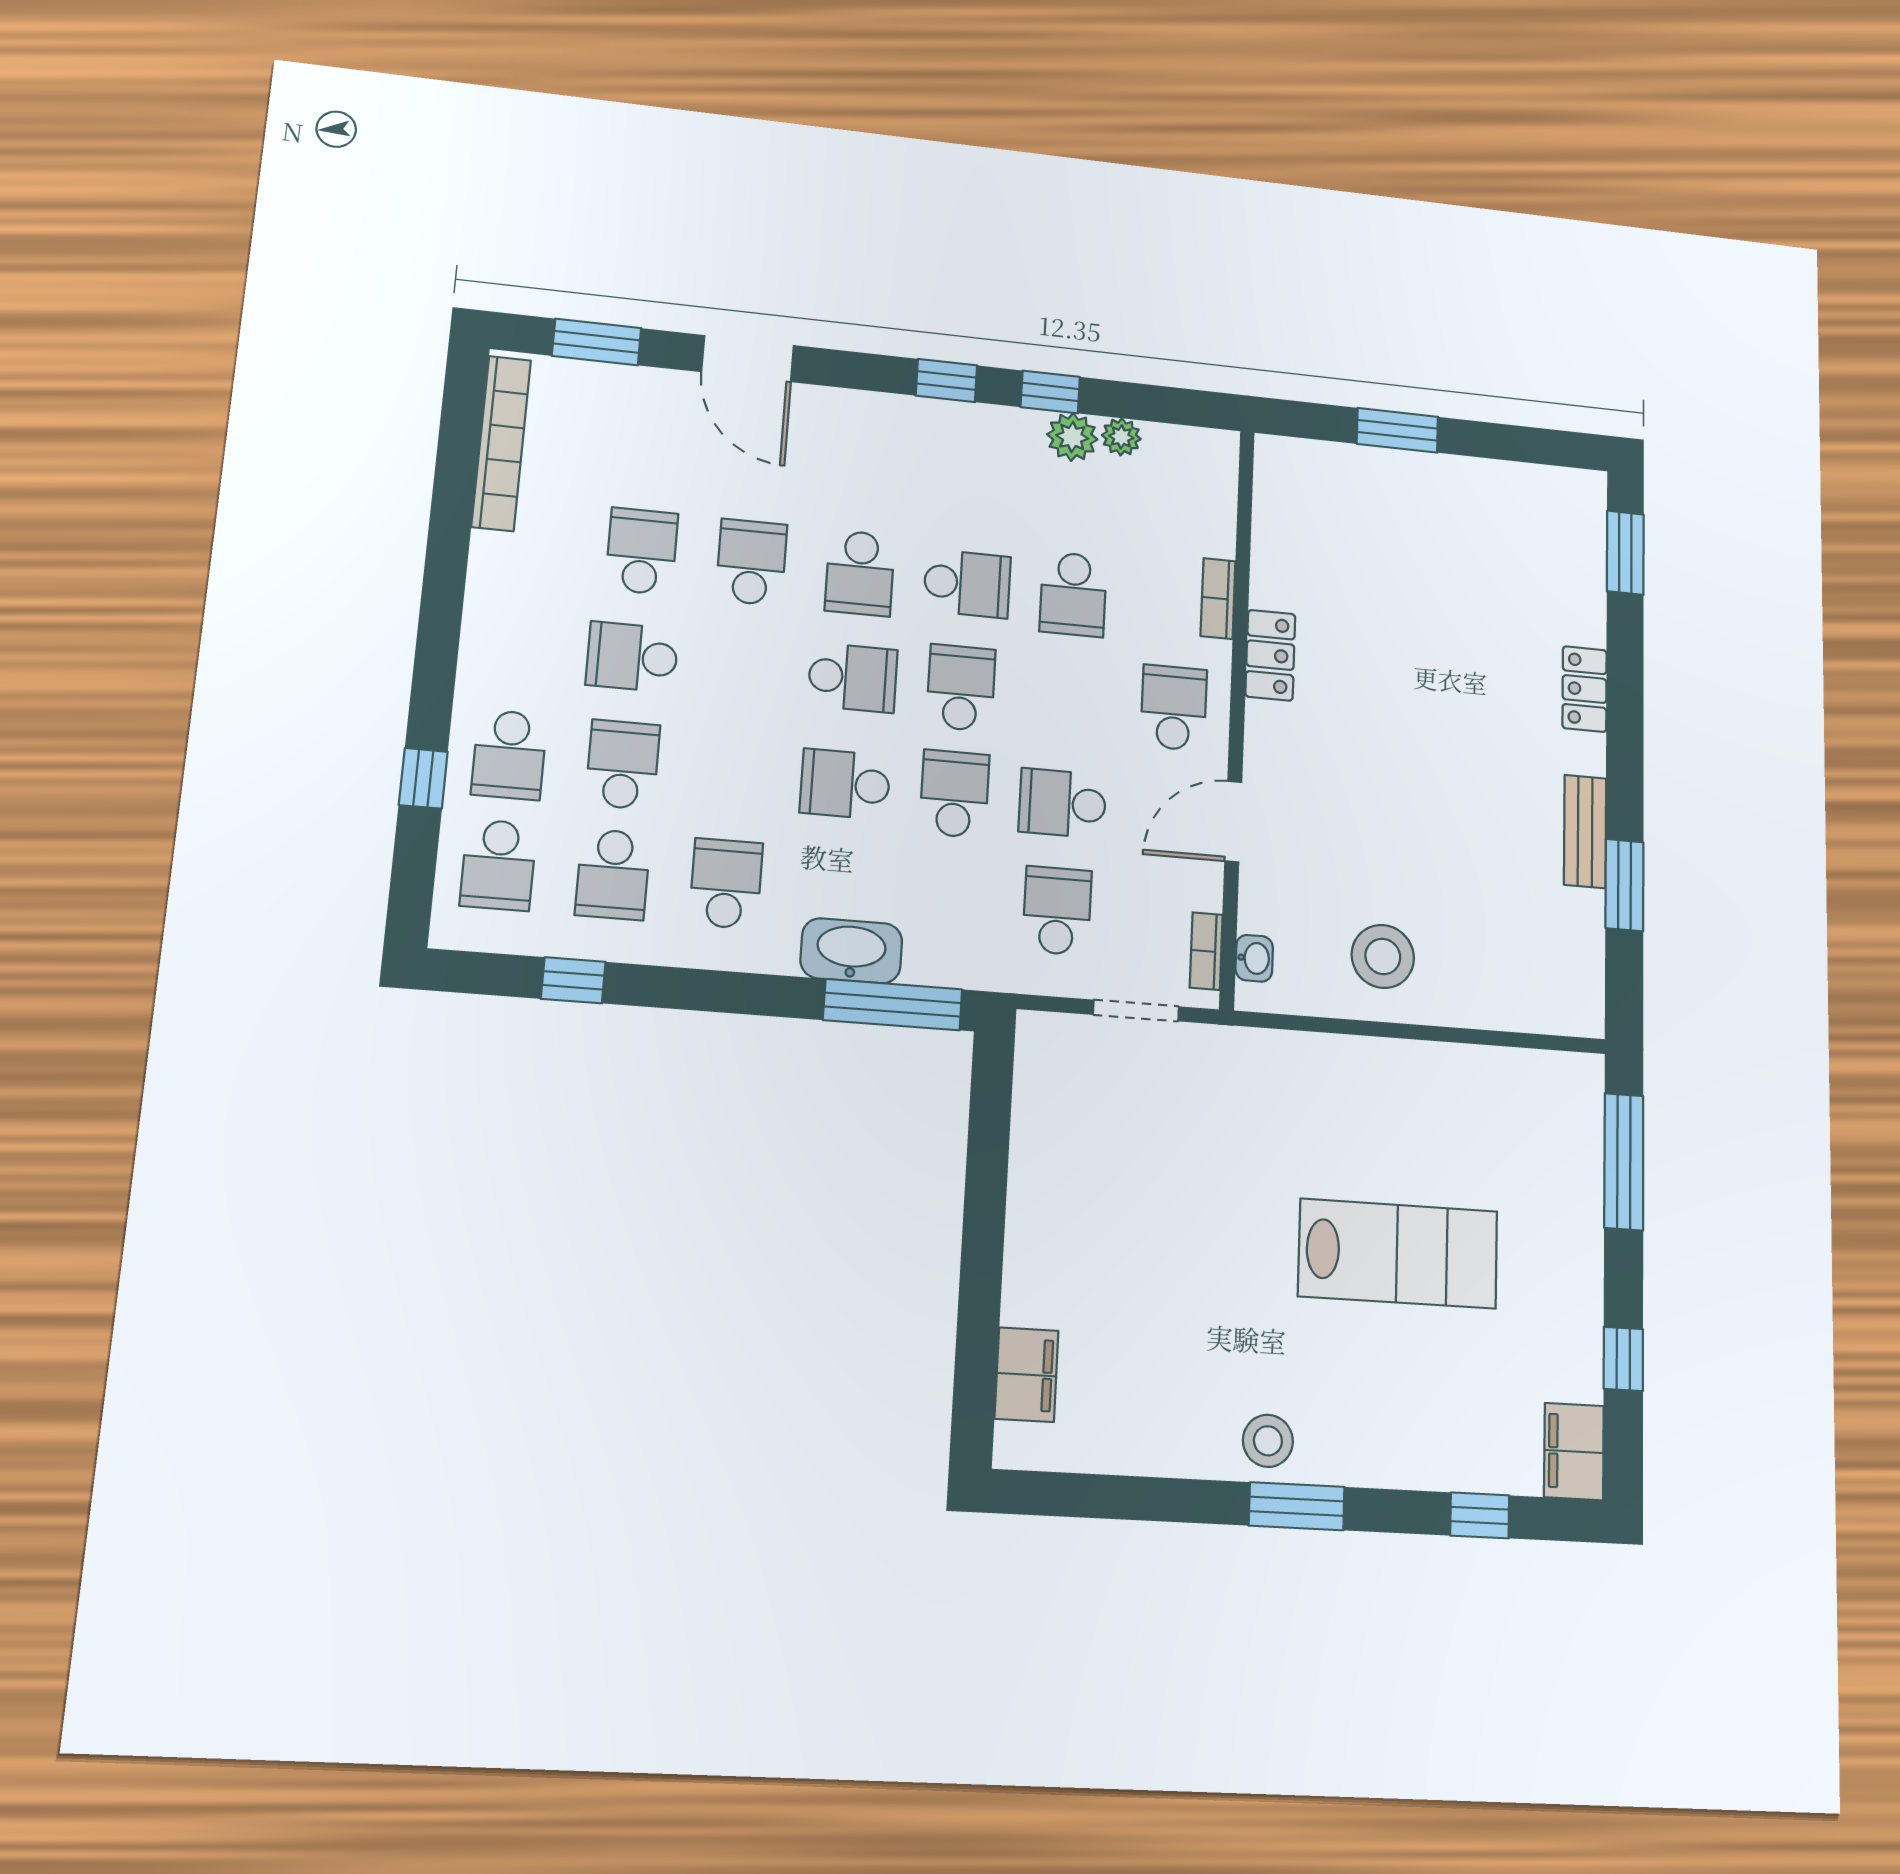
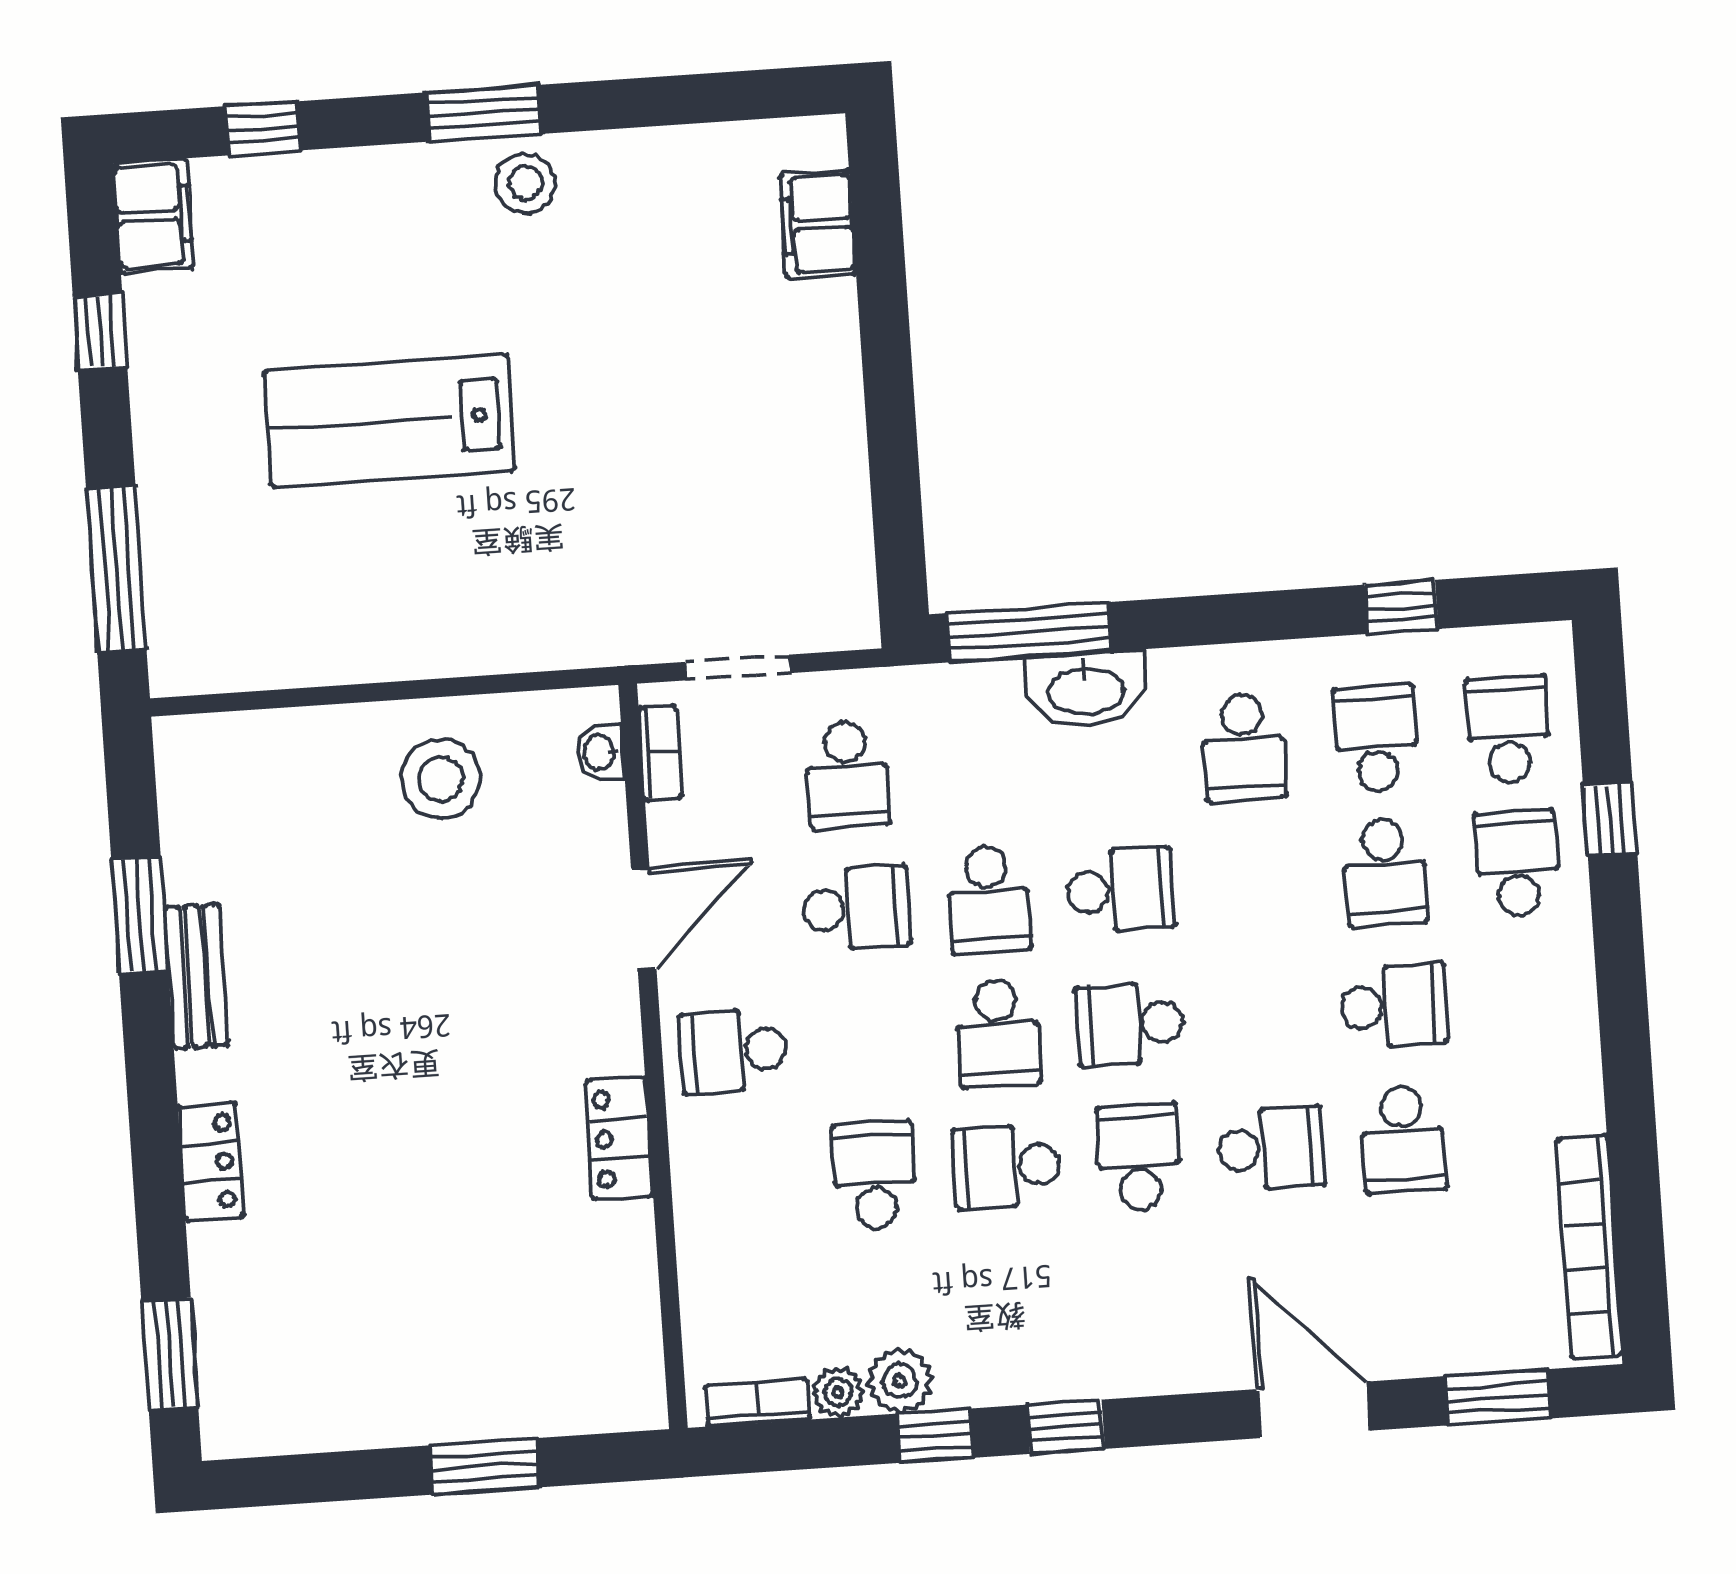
school desk: (751, 562) -> (1271, 1148), turned -90
bookcase: (1218, 599) -> (757, 1403), moved, turned -90
school desk: (1174, 708) -> (733, 1051), turned 90

